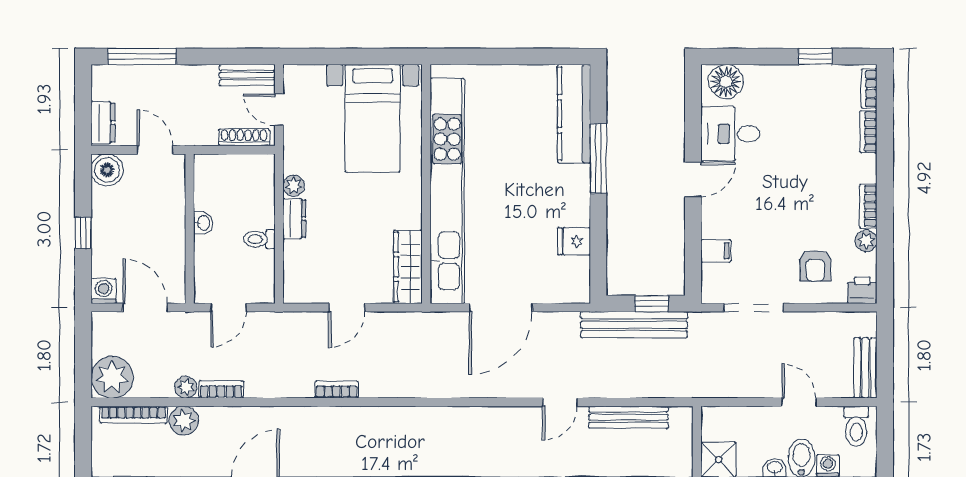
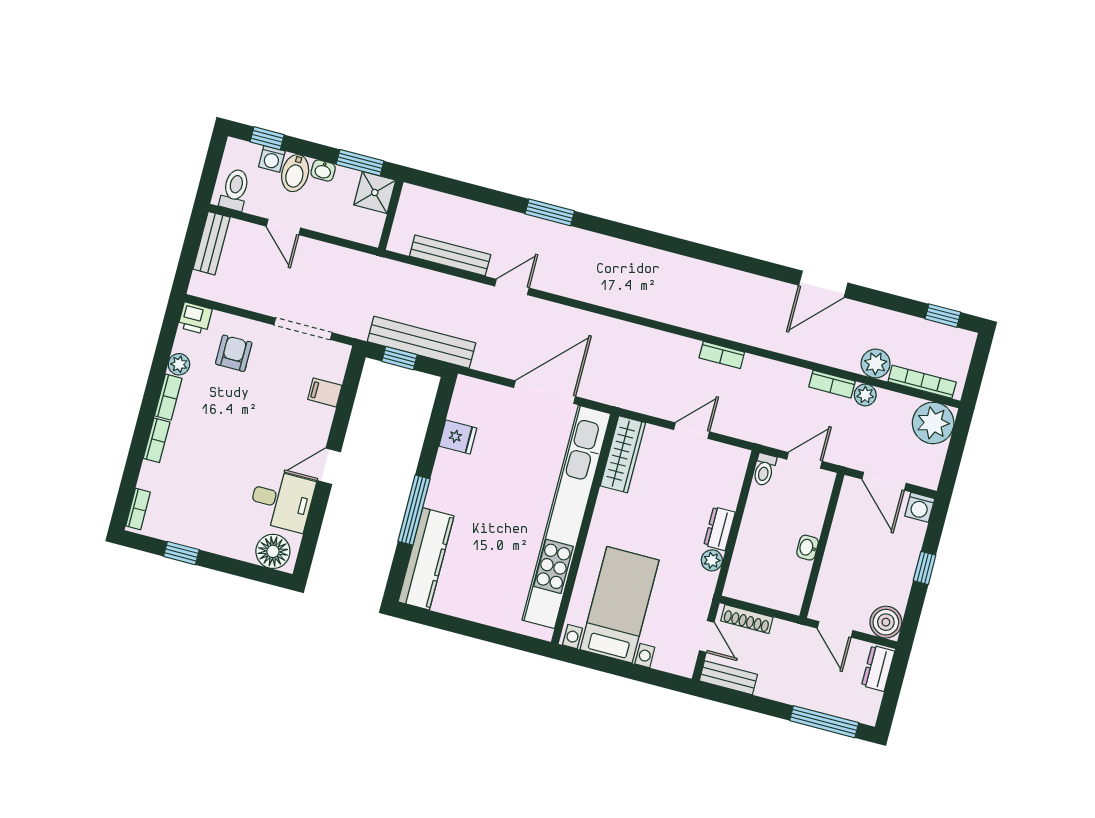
bookcase: (868, 132) -> (157, 440), moved
toilet: (259, 239) -> (764, 470), moved, turned 90

